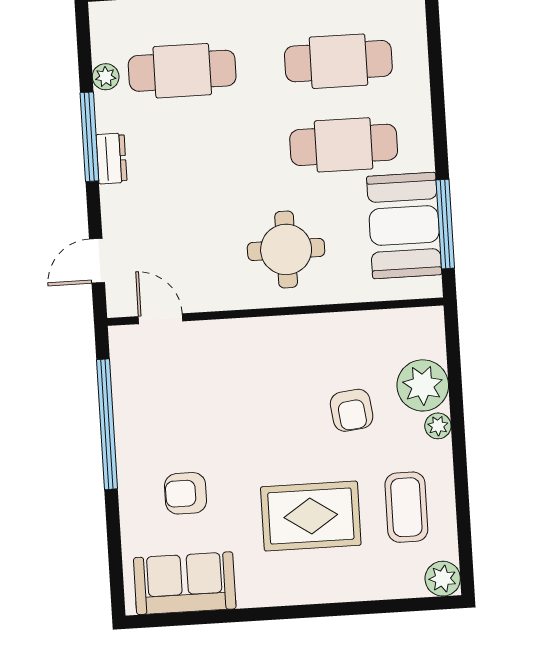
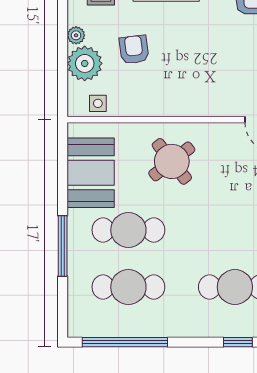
window: (445, 224) -> (63, 246), moved
round table: (286, 249) -> (172, 161), turned -38
side table: (400, 328) -> (98, 103), added

